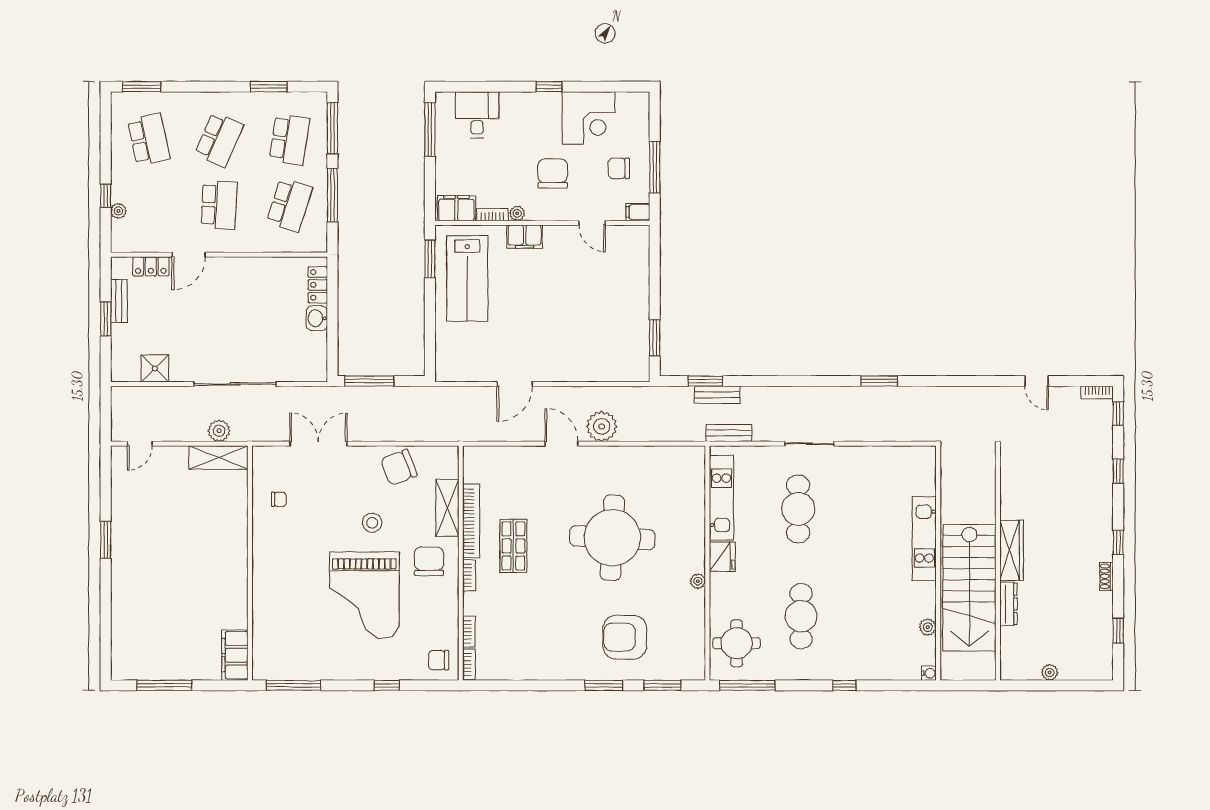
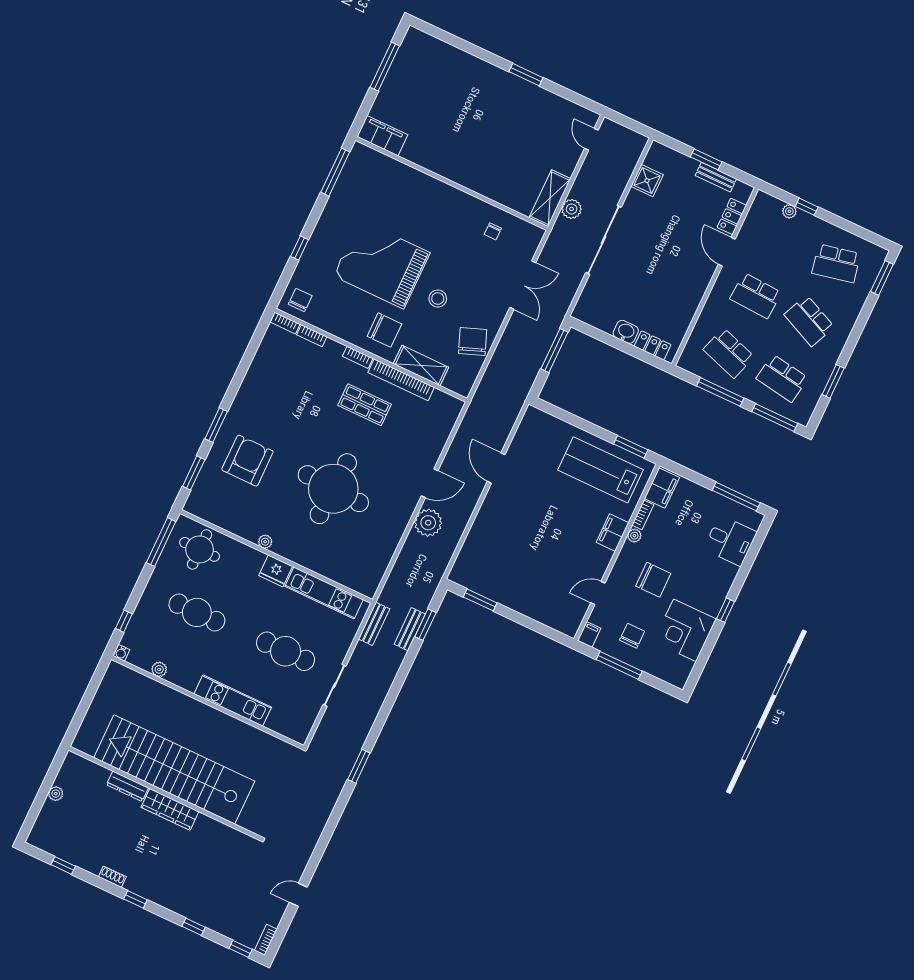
kitchen unit: (924, 539) -> (233, 701), moved
wall: (938, 563) -> (207, 702), moved
stairs: (969, 588) -> (174, 769), width x1.36
plant: (928, 627) -> (159, 669), moved
water cooler: (929, 673) -> (121, 653), moved

